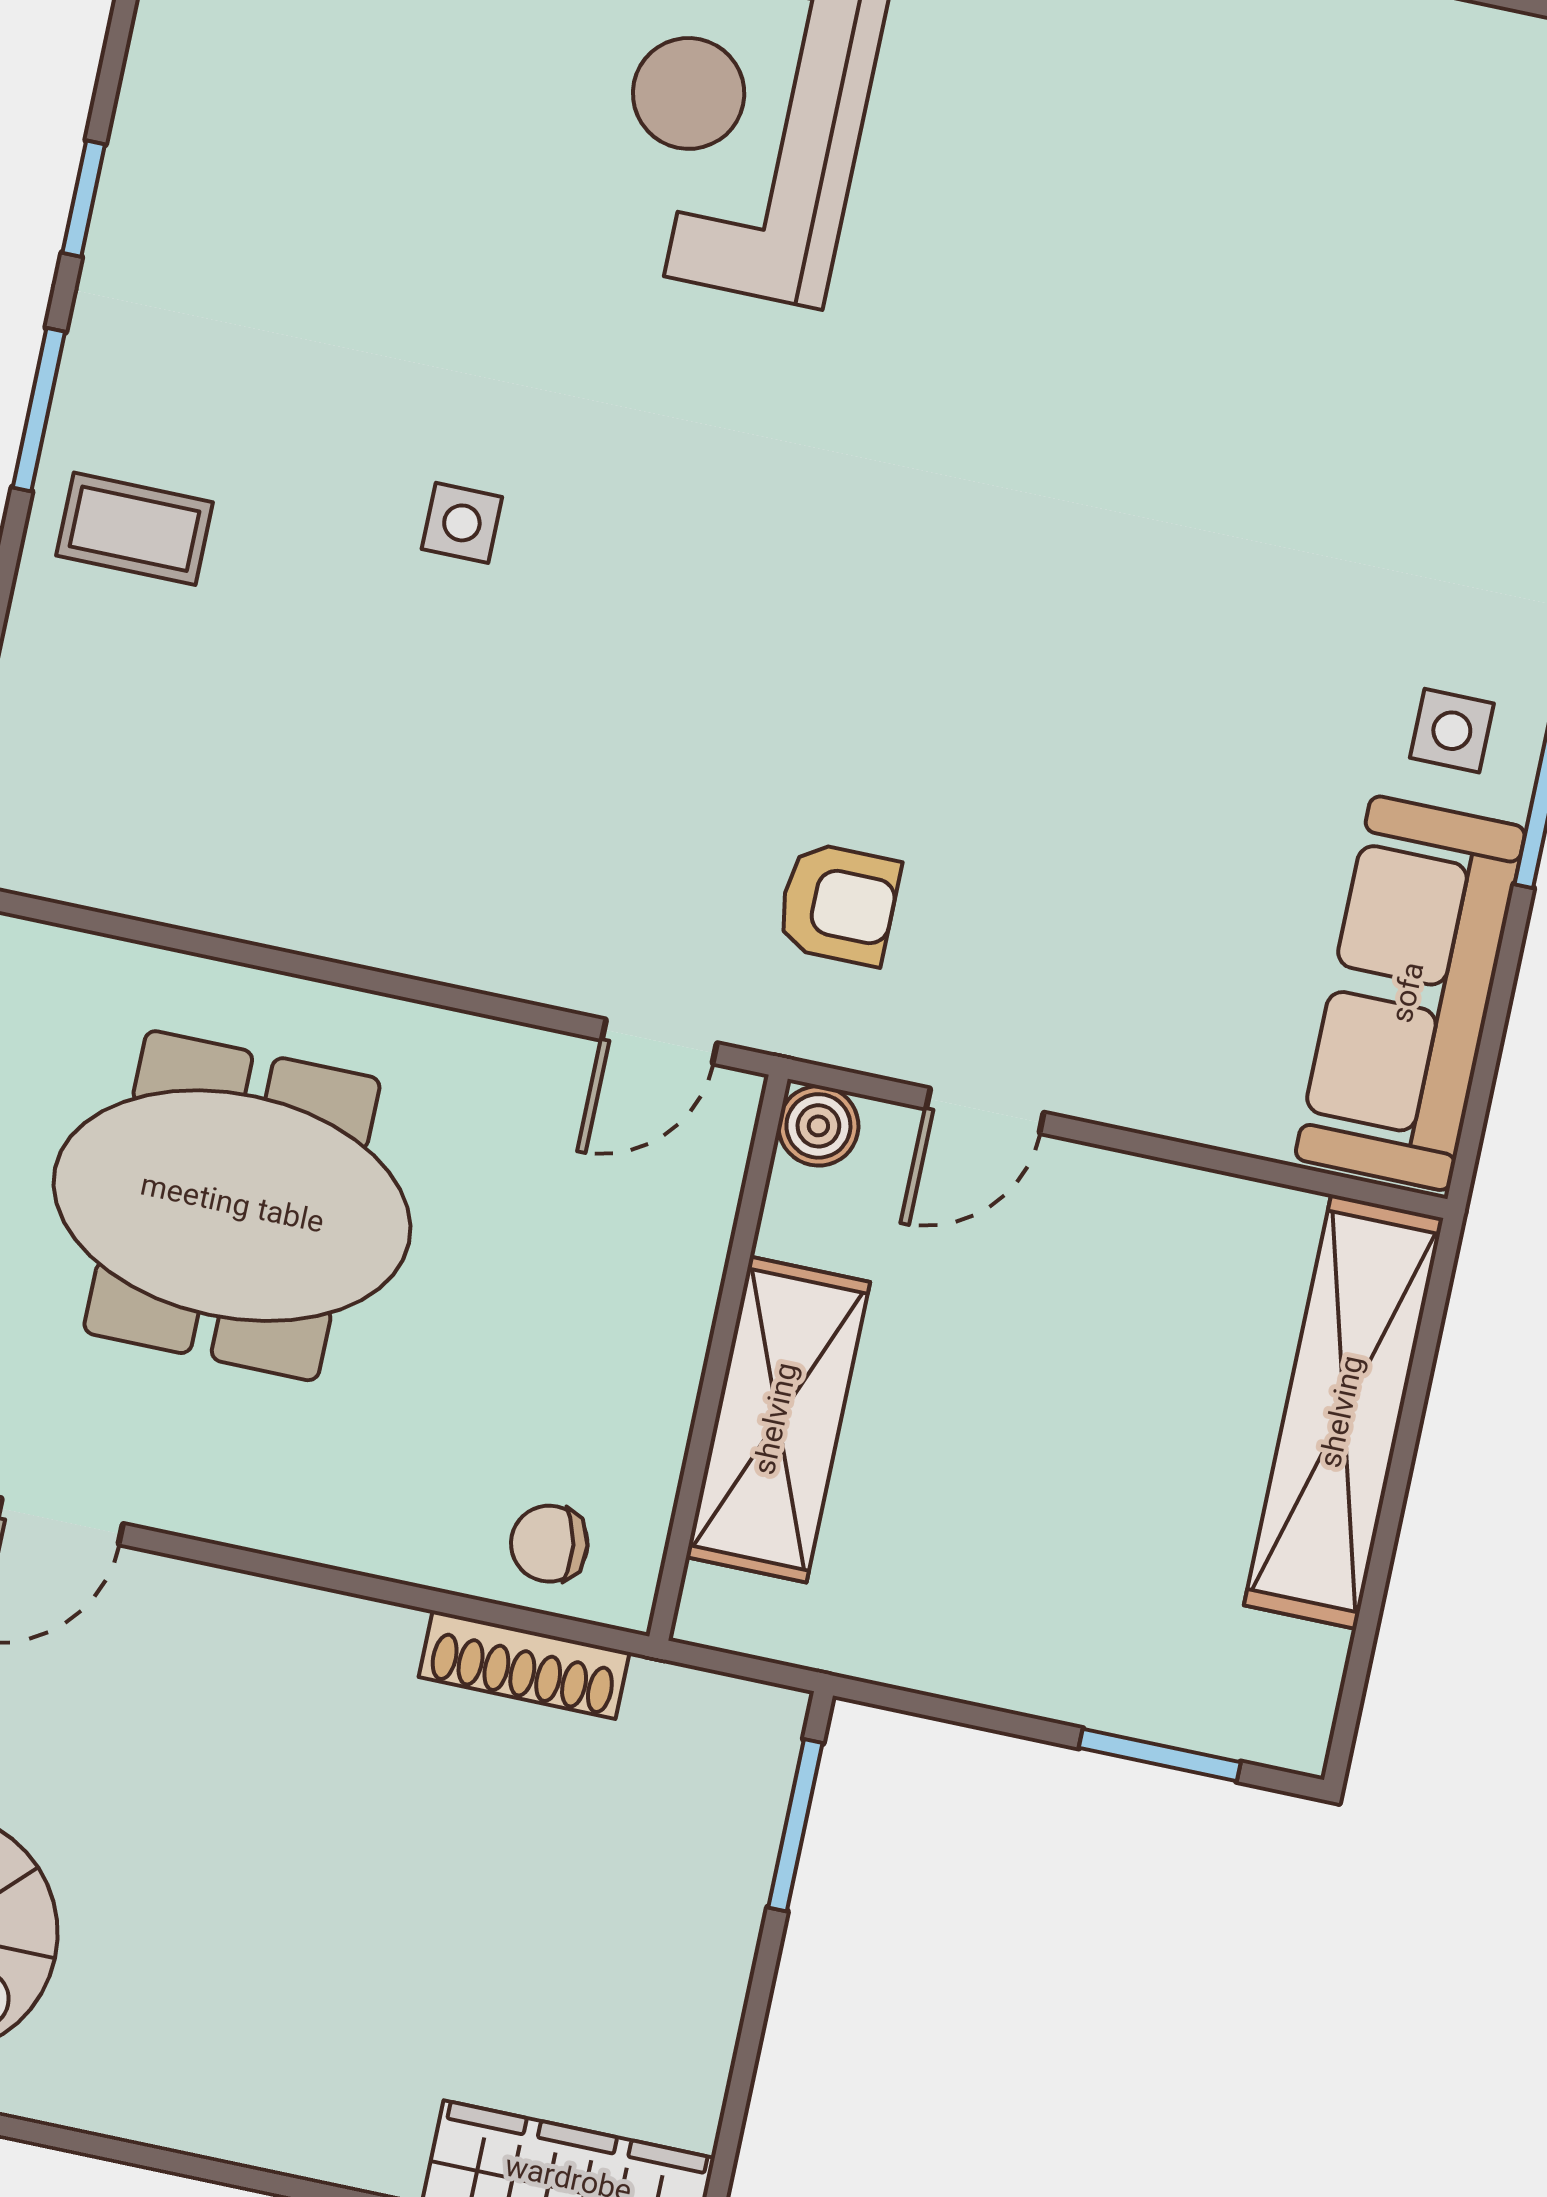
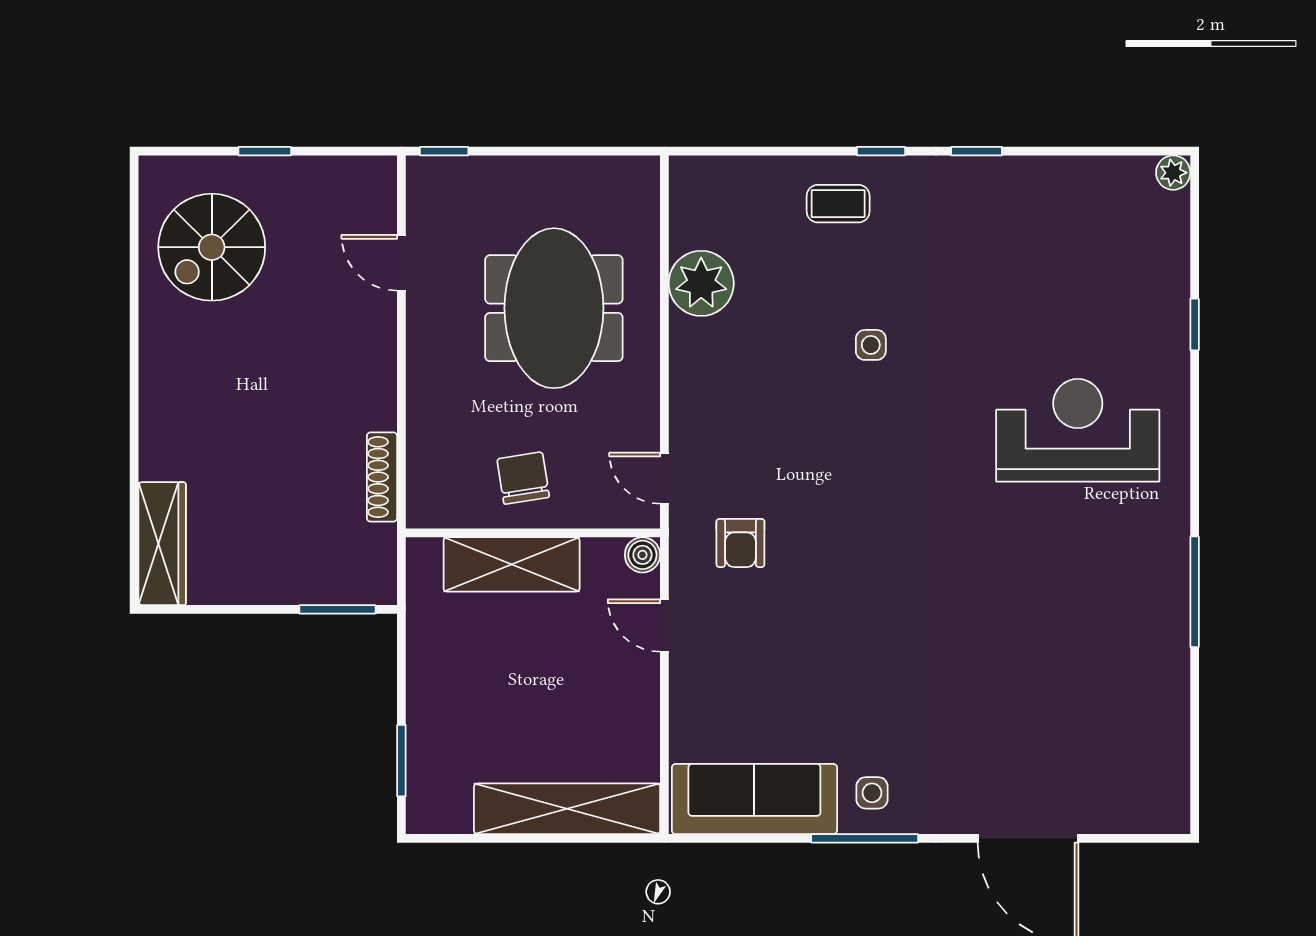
window: (39, 410) -> (881, 151), width x0.67
coffee table: (135, 529) -> (838, 204), turned 90
plant: (246, 869) -> (701, 283), added
chair: (549, 1544) -> (523, 478), moved, width x1.37, depth x1.37

